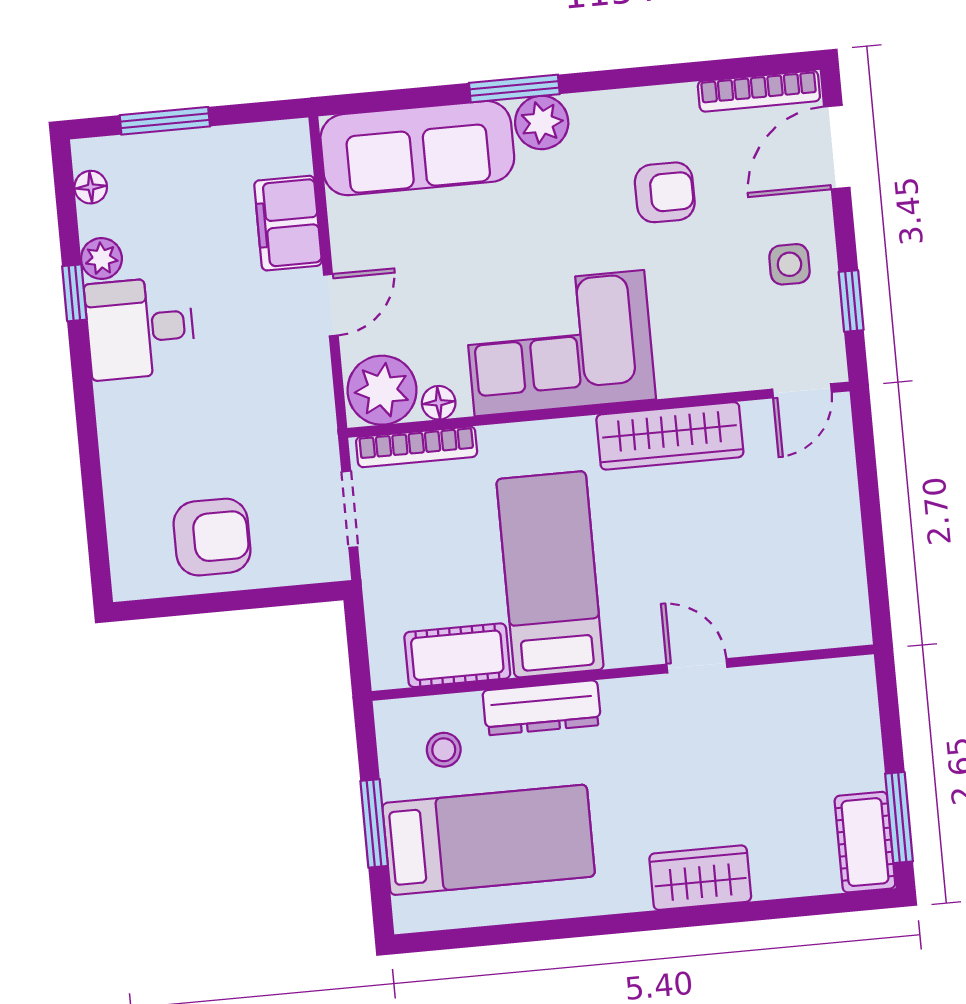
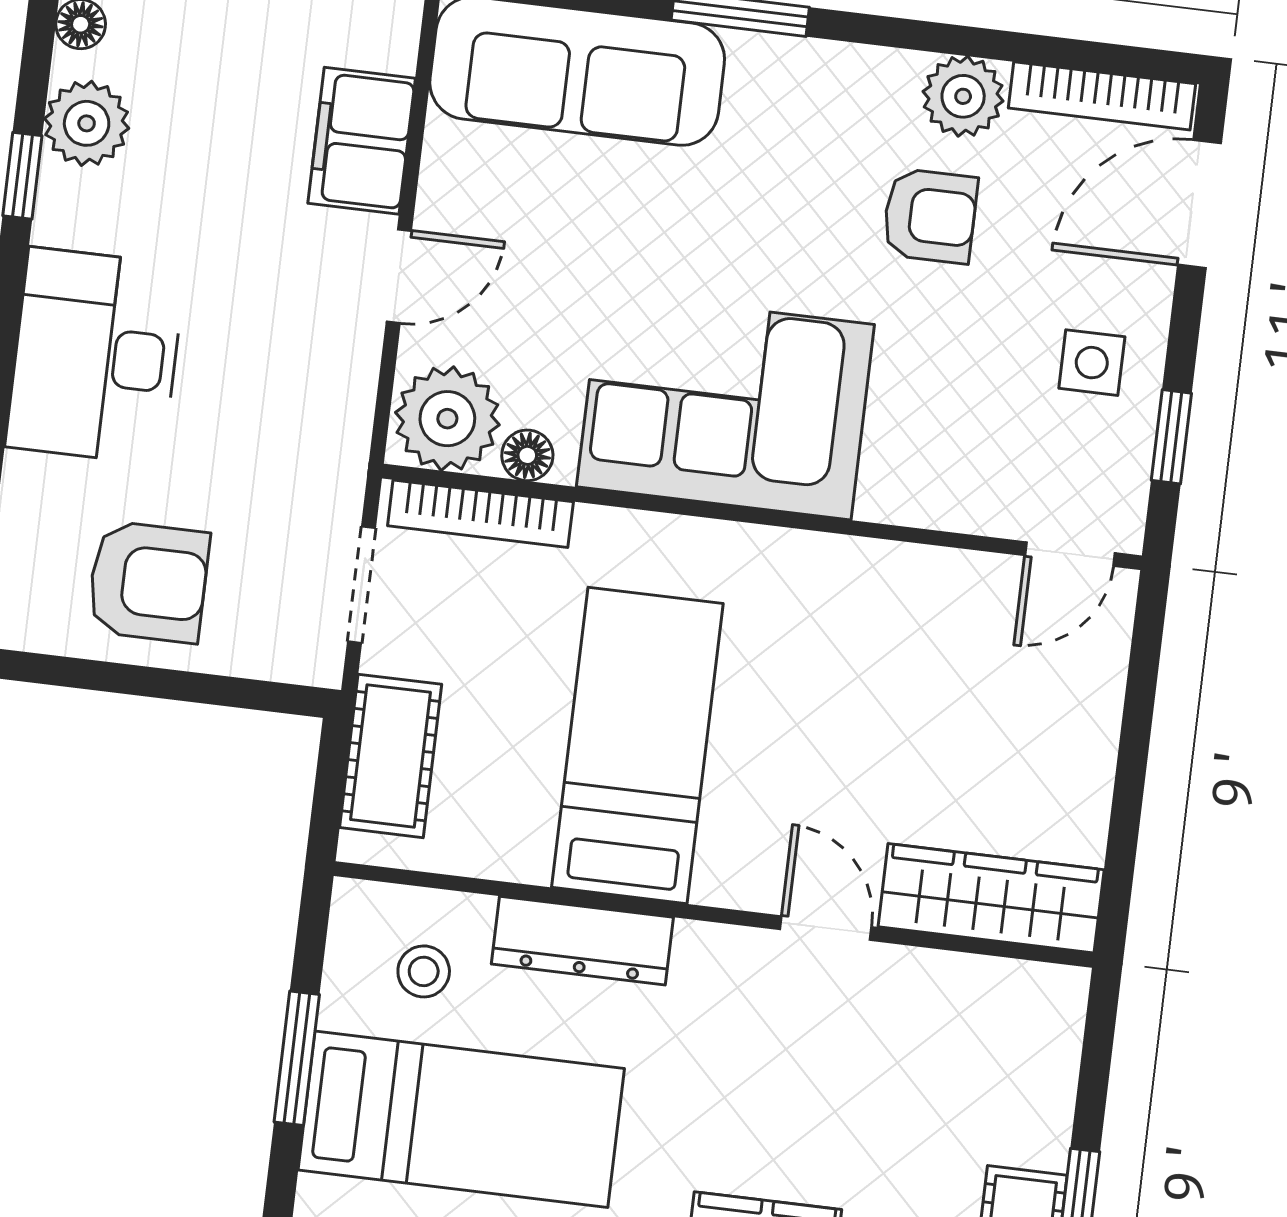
plant: (542, 122) -> (963, 96), moved
plant: (101, 259) -> (87, 123), width x1.38, depth x1.38
desk: (140, 328) -> (96, 356), moved, width x1.37
wardrobe: (670, 436) -> (991, 898), moved, turned 180
cot: (457, 655) -> (391, 756), moved, turned 90

